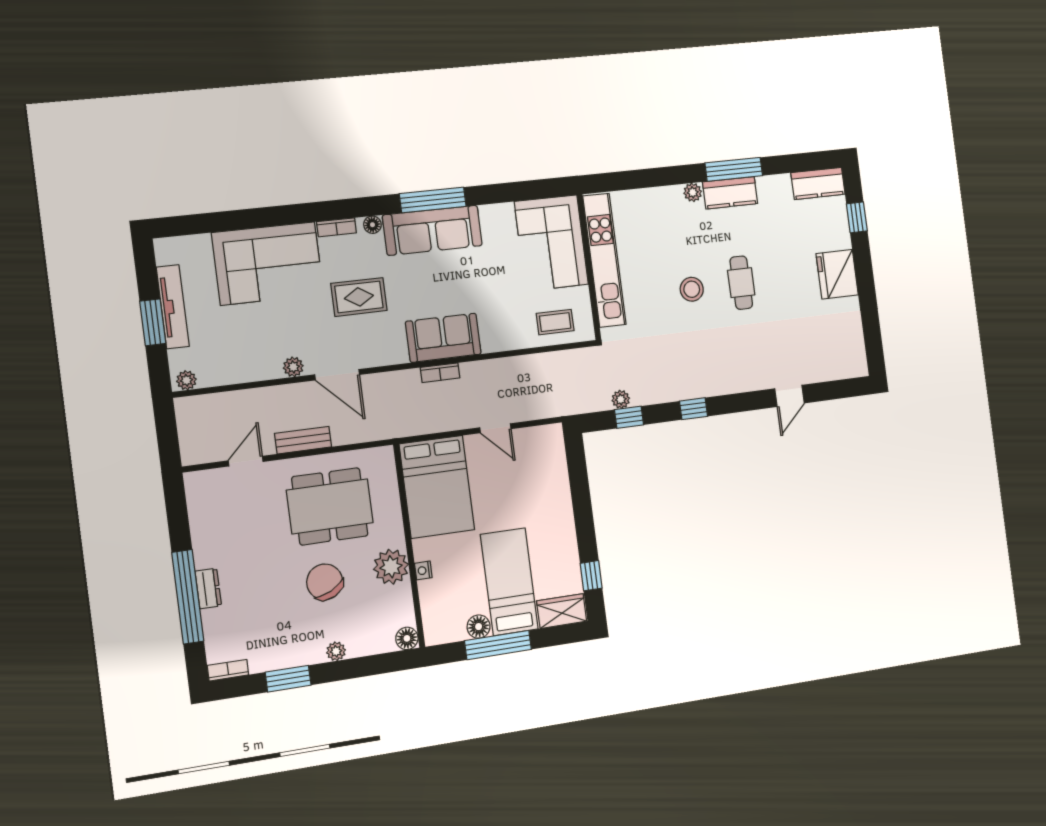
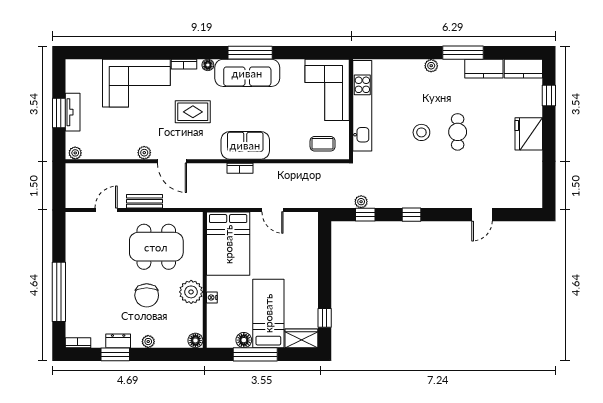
kitchen counter: (730, 193) -> (484, 69), moved
tv unit: (173, 307) -> (73, 112), width x0.71
chair: (325, 582) -> (147, 295), turned -153
dresser: (208, 588) -> (118, 341), moved, turned -90

